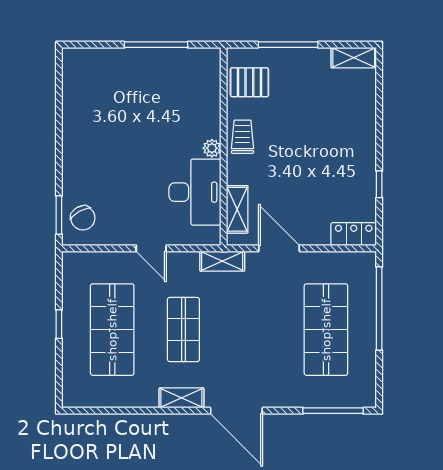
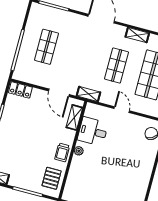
pallet: (249, 82) -> (52, 178), turned 90
desk: (195, 192) -> (93, 131), width x0.73
shop shelf: (326, 330) -> (47, 47), width x0.70, depth x0.74
shelving: (181, 398) -> (137, 35), moved

